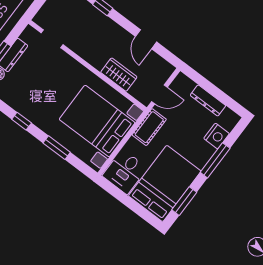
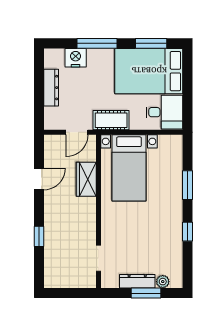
door: (160, 94) -> (77, 132), swing flipped
bed with nightstands: (97, 121) -> (129, 168), width x0.73

